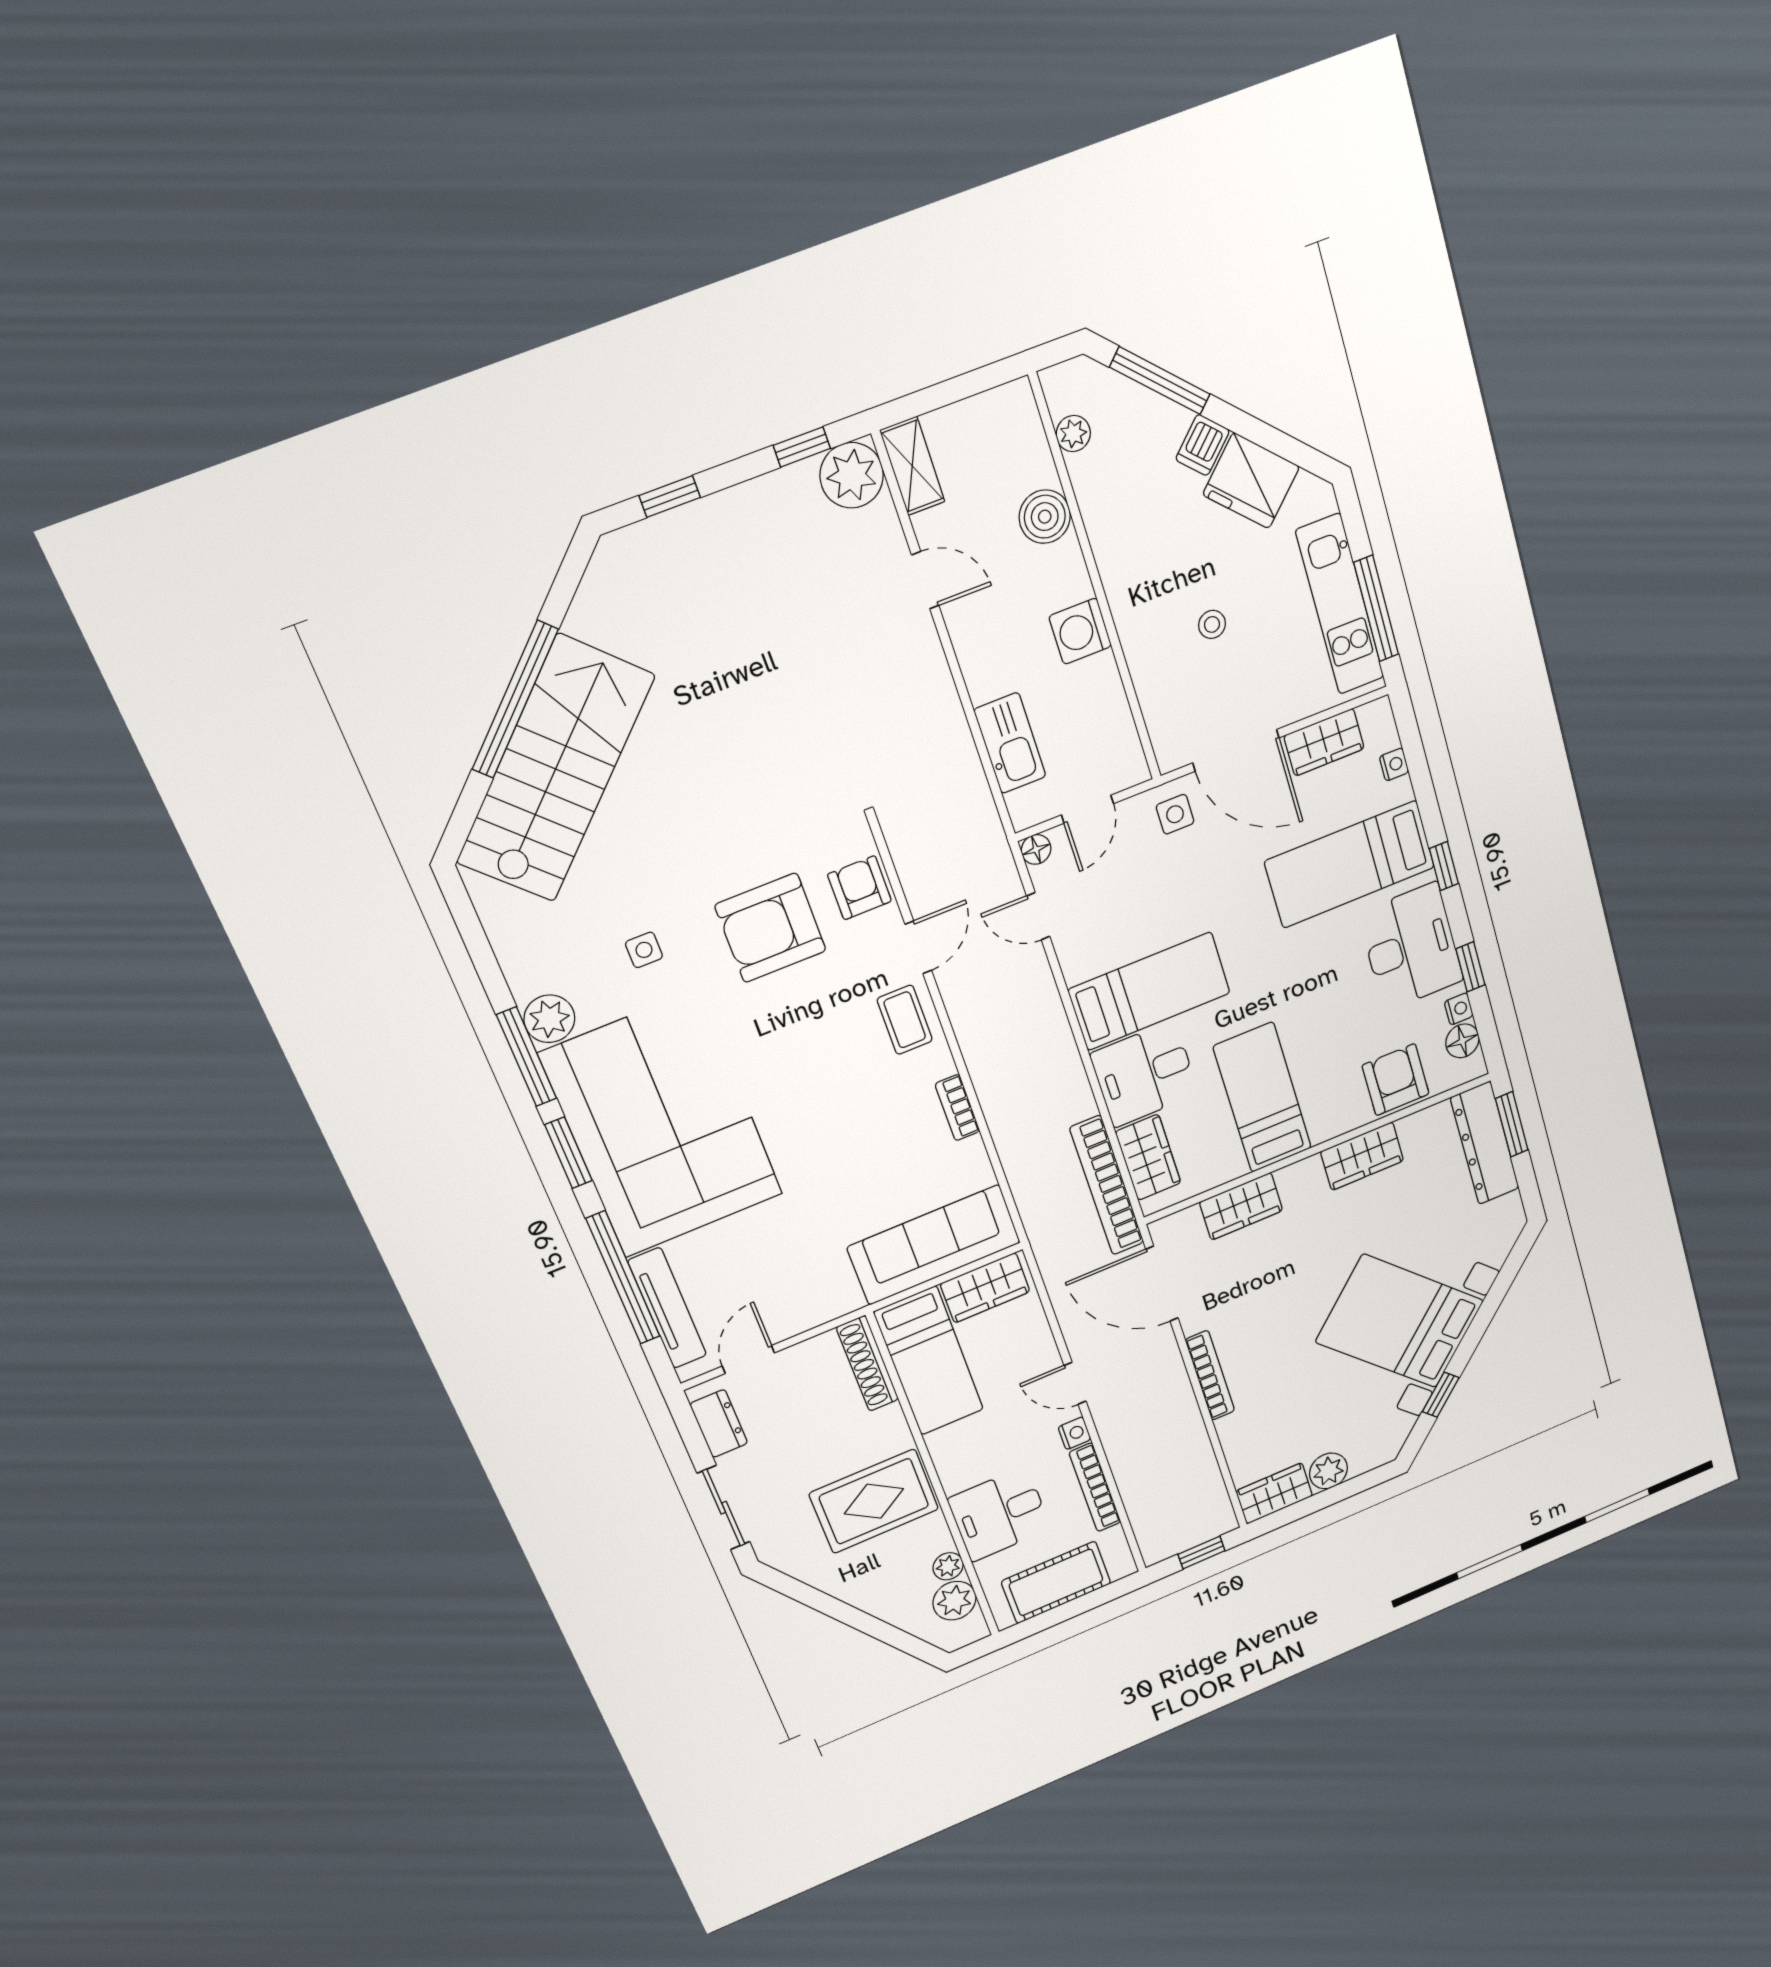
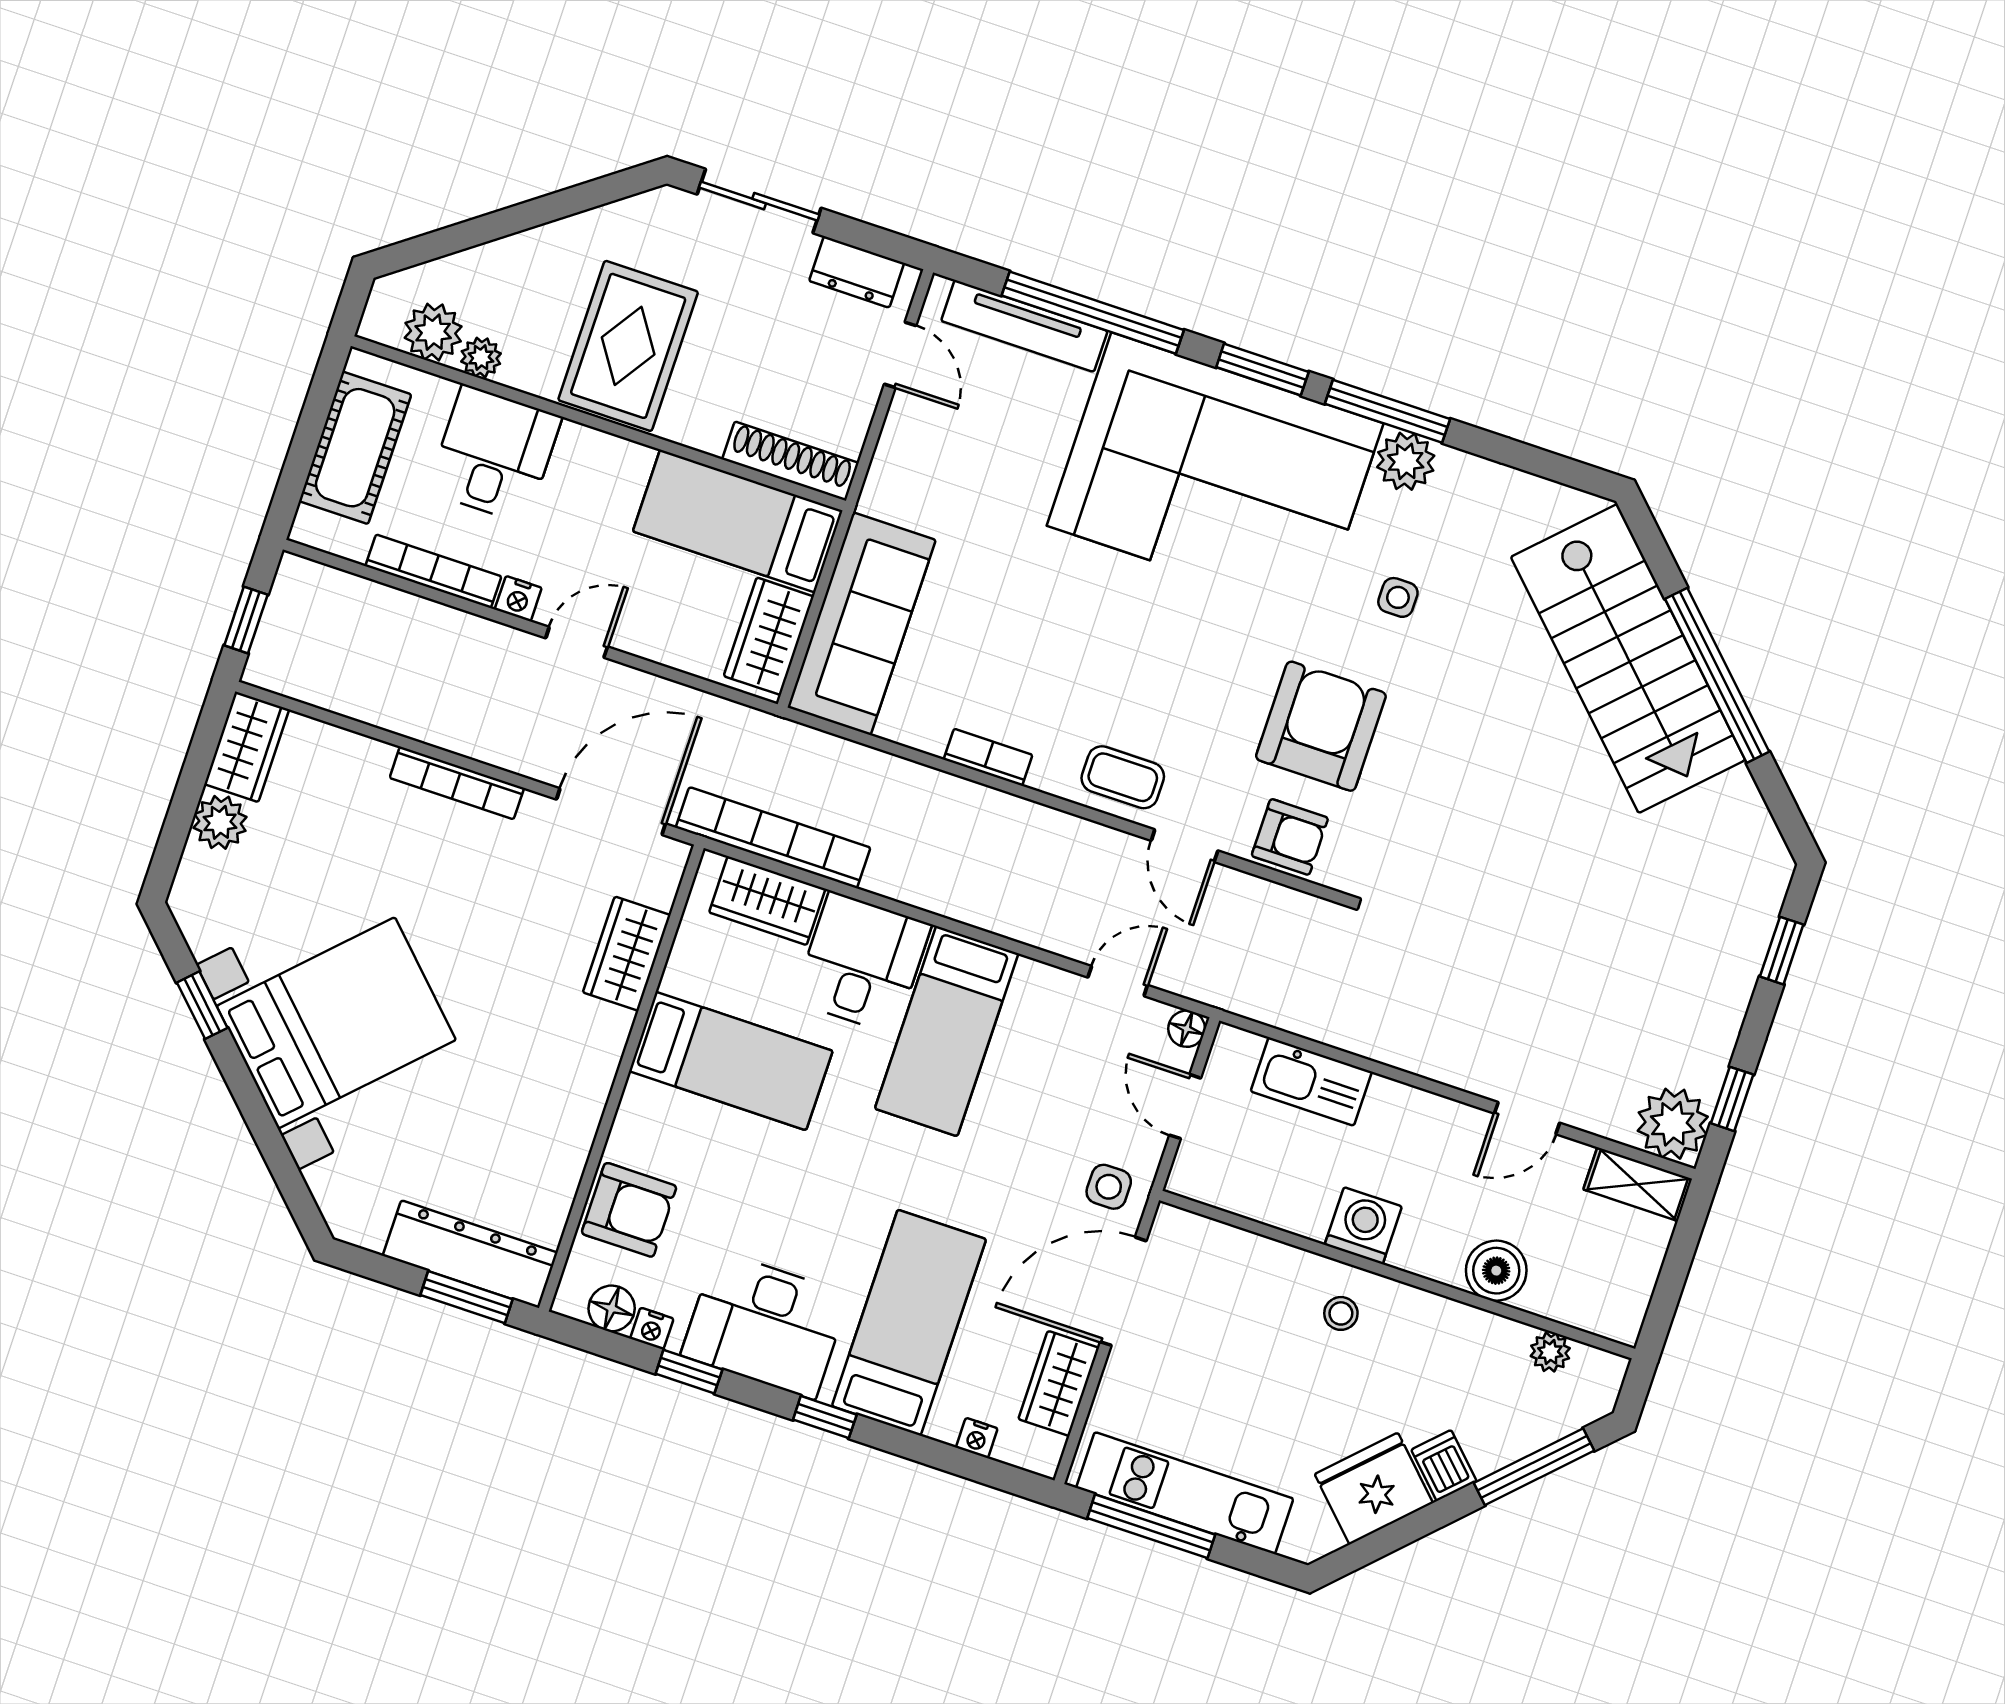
stool: (1212, 624) -> (1341, 1313), moved
wardrobe: (1362, 1156) -> (572, 1116), removed

